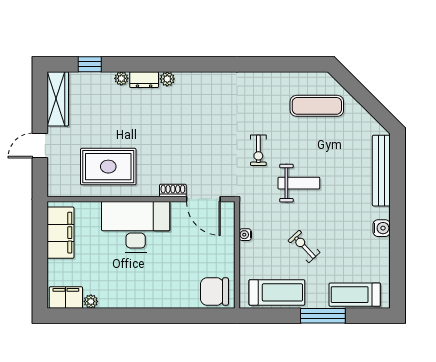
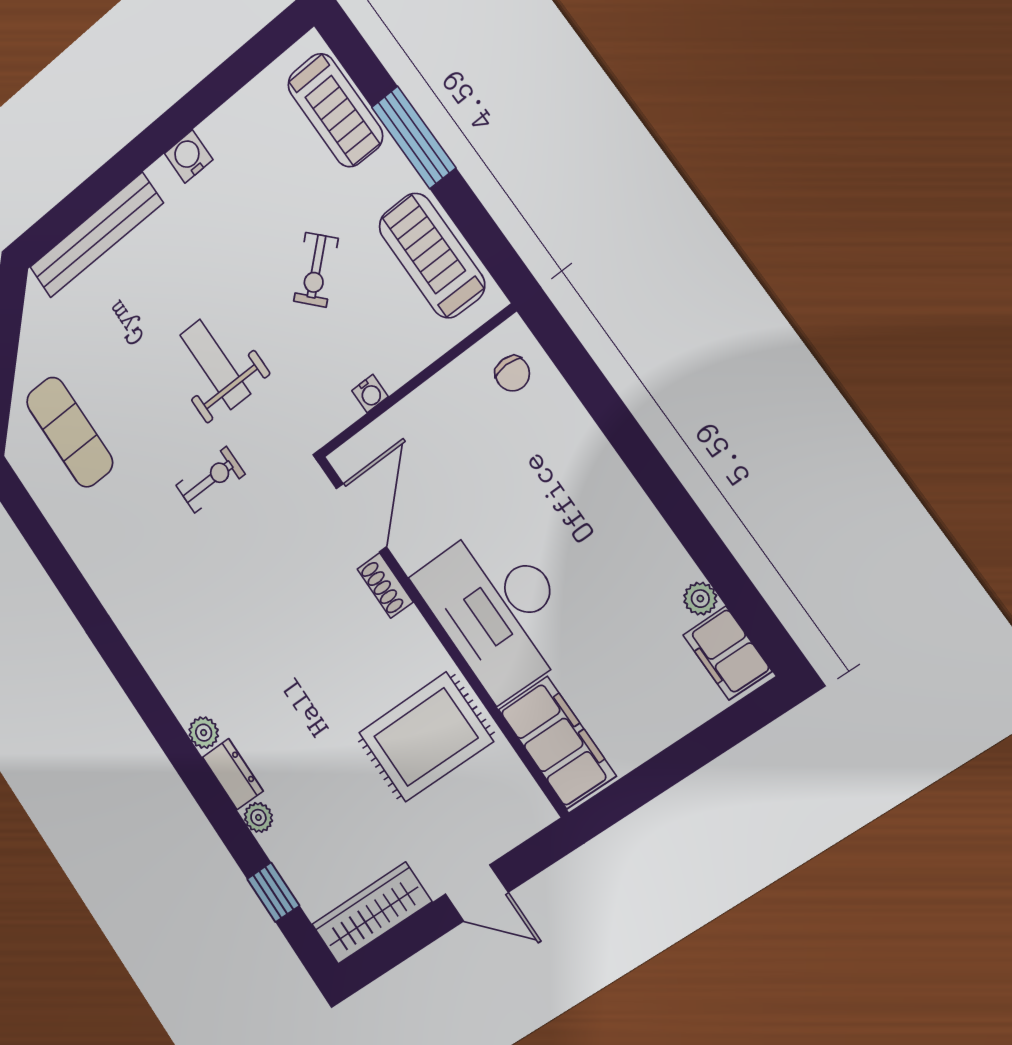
rug: (108, 167) -> (426, 737), turned 90
filing cabinet: (61, 233) -> (557, 743), moved, turned 90
chair: (214, 291) -> (512, 374), width x0.54, depth x0.54

